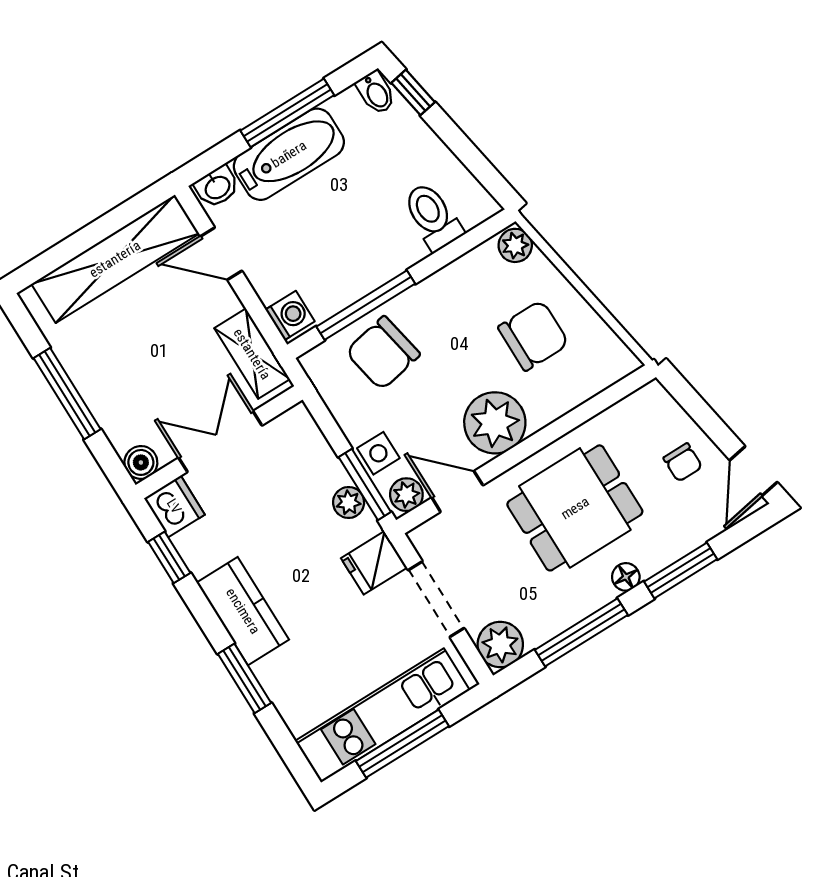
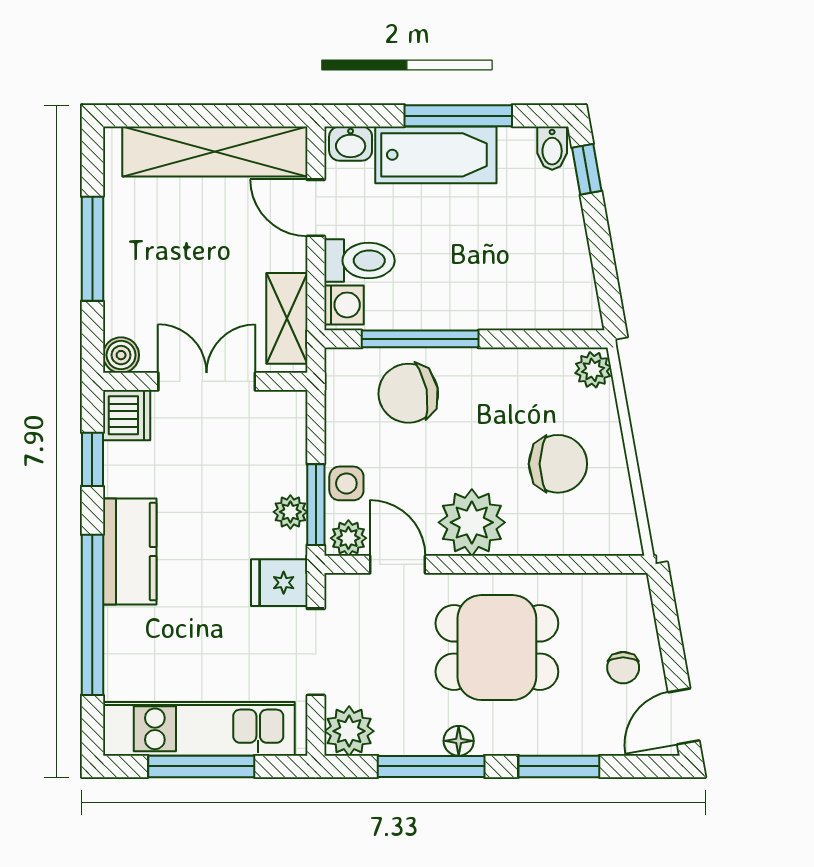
toilet: (433, 216) -> (359, 261), moved, turned 90
floor lamp: (626, 577) -> (459, 741), moved
window: (244, 678) -> (92, 615), width x2.11

